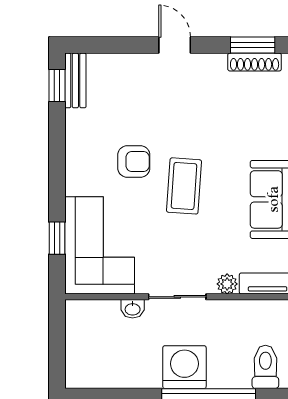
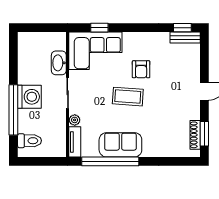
washbasin: (133, 309) -> (59, 63), width x1.91, depth x1.45

